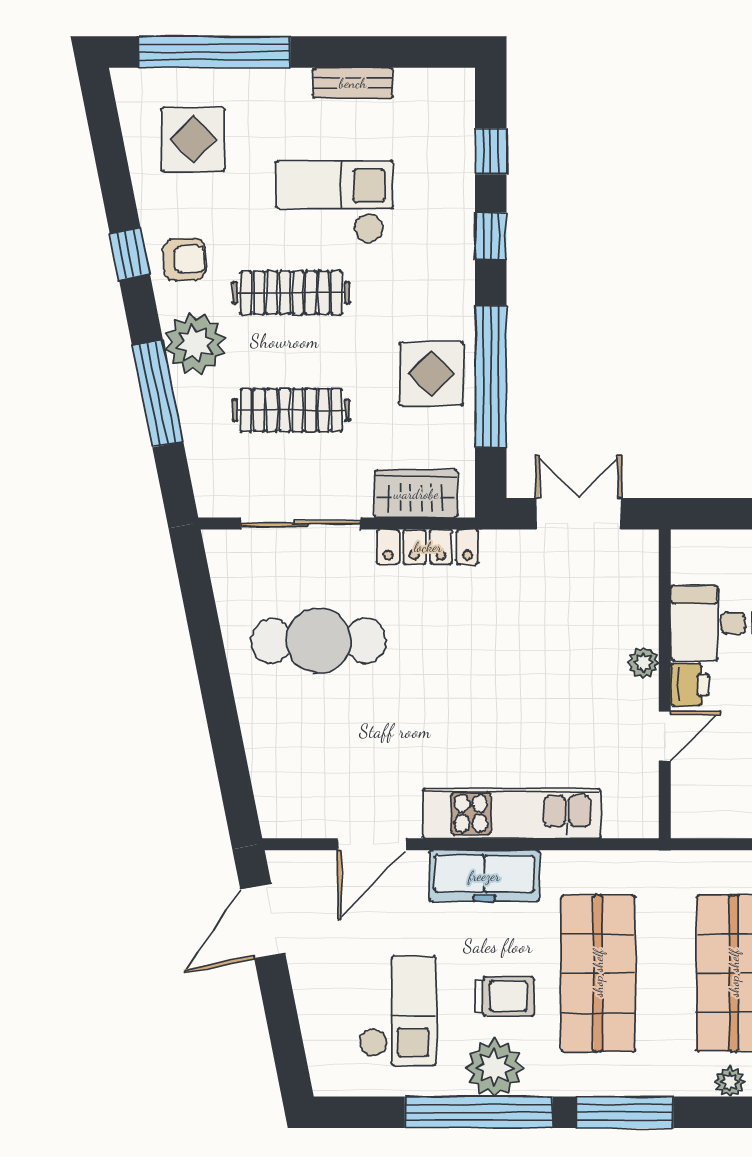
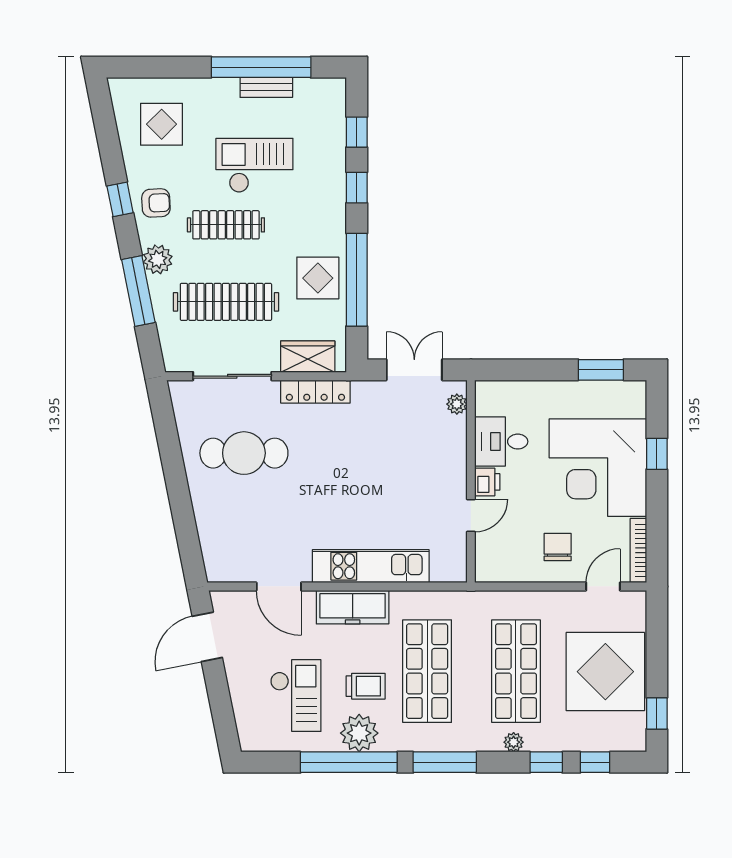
window: (214, 52) -> (261, 67), moved
plant: (195, 344) -> (158, 259), width x0.73, depth x0.73
clothes rail: (291, 410) -> (226, 302), width x1.37, depth x1.31
plant: (643, 663) -> (457, 404), moved
door: (372, 844) -> (279, 586), hinge flipped

